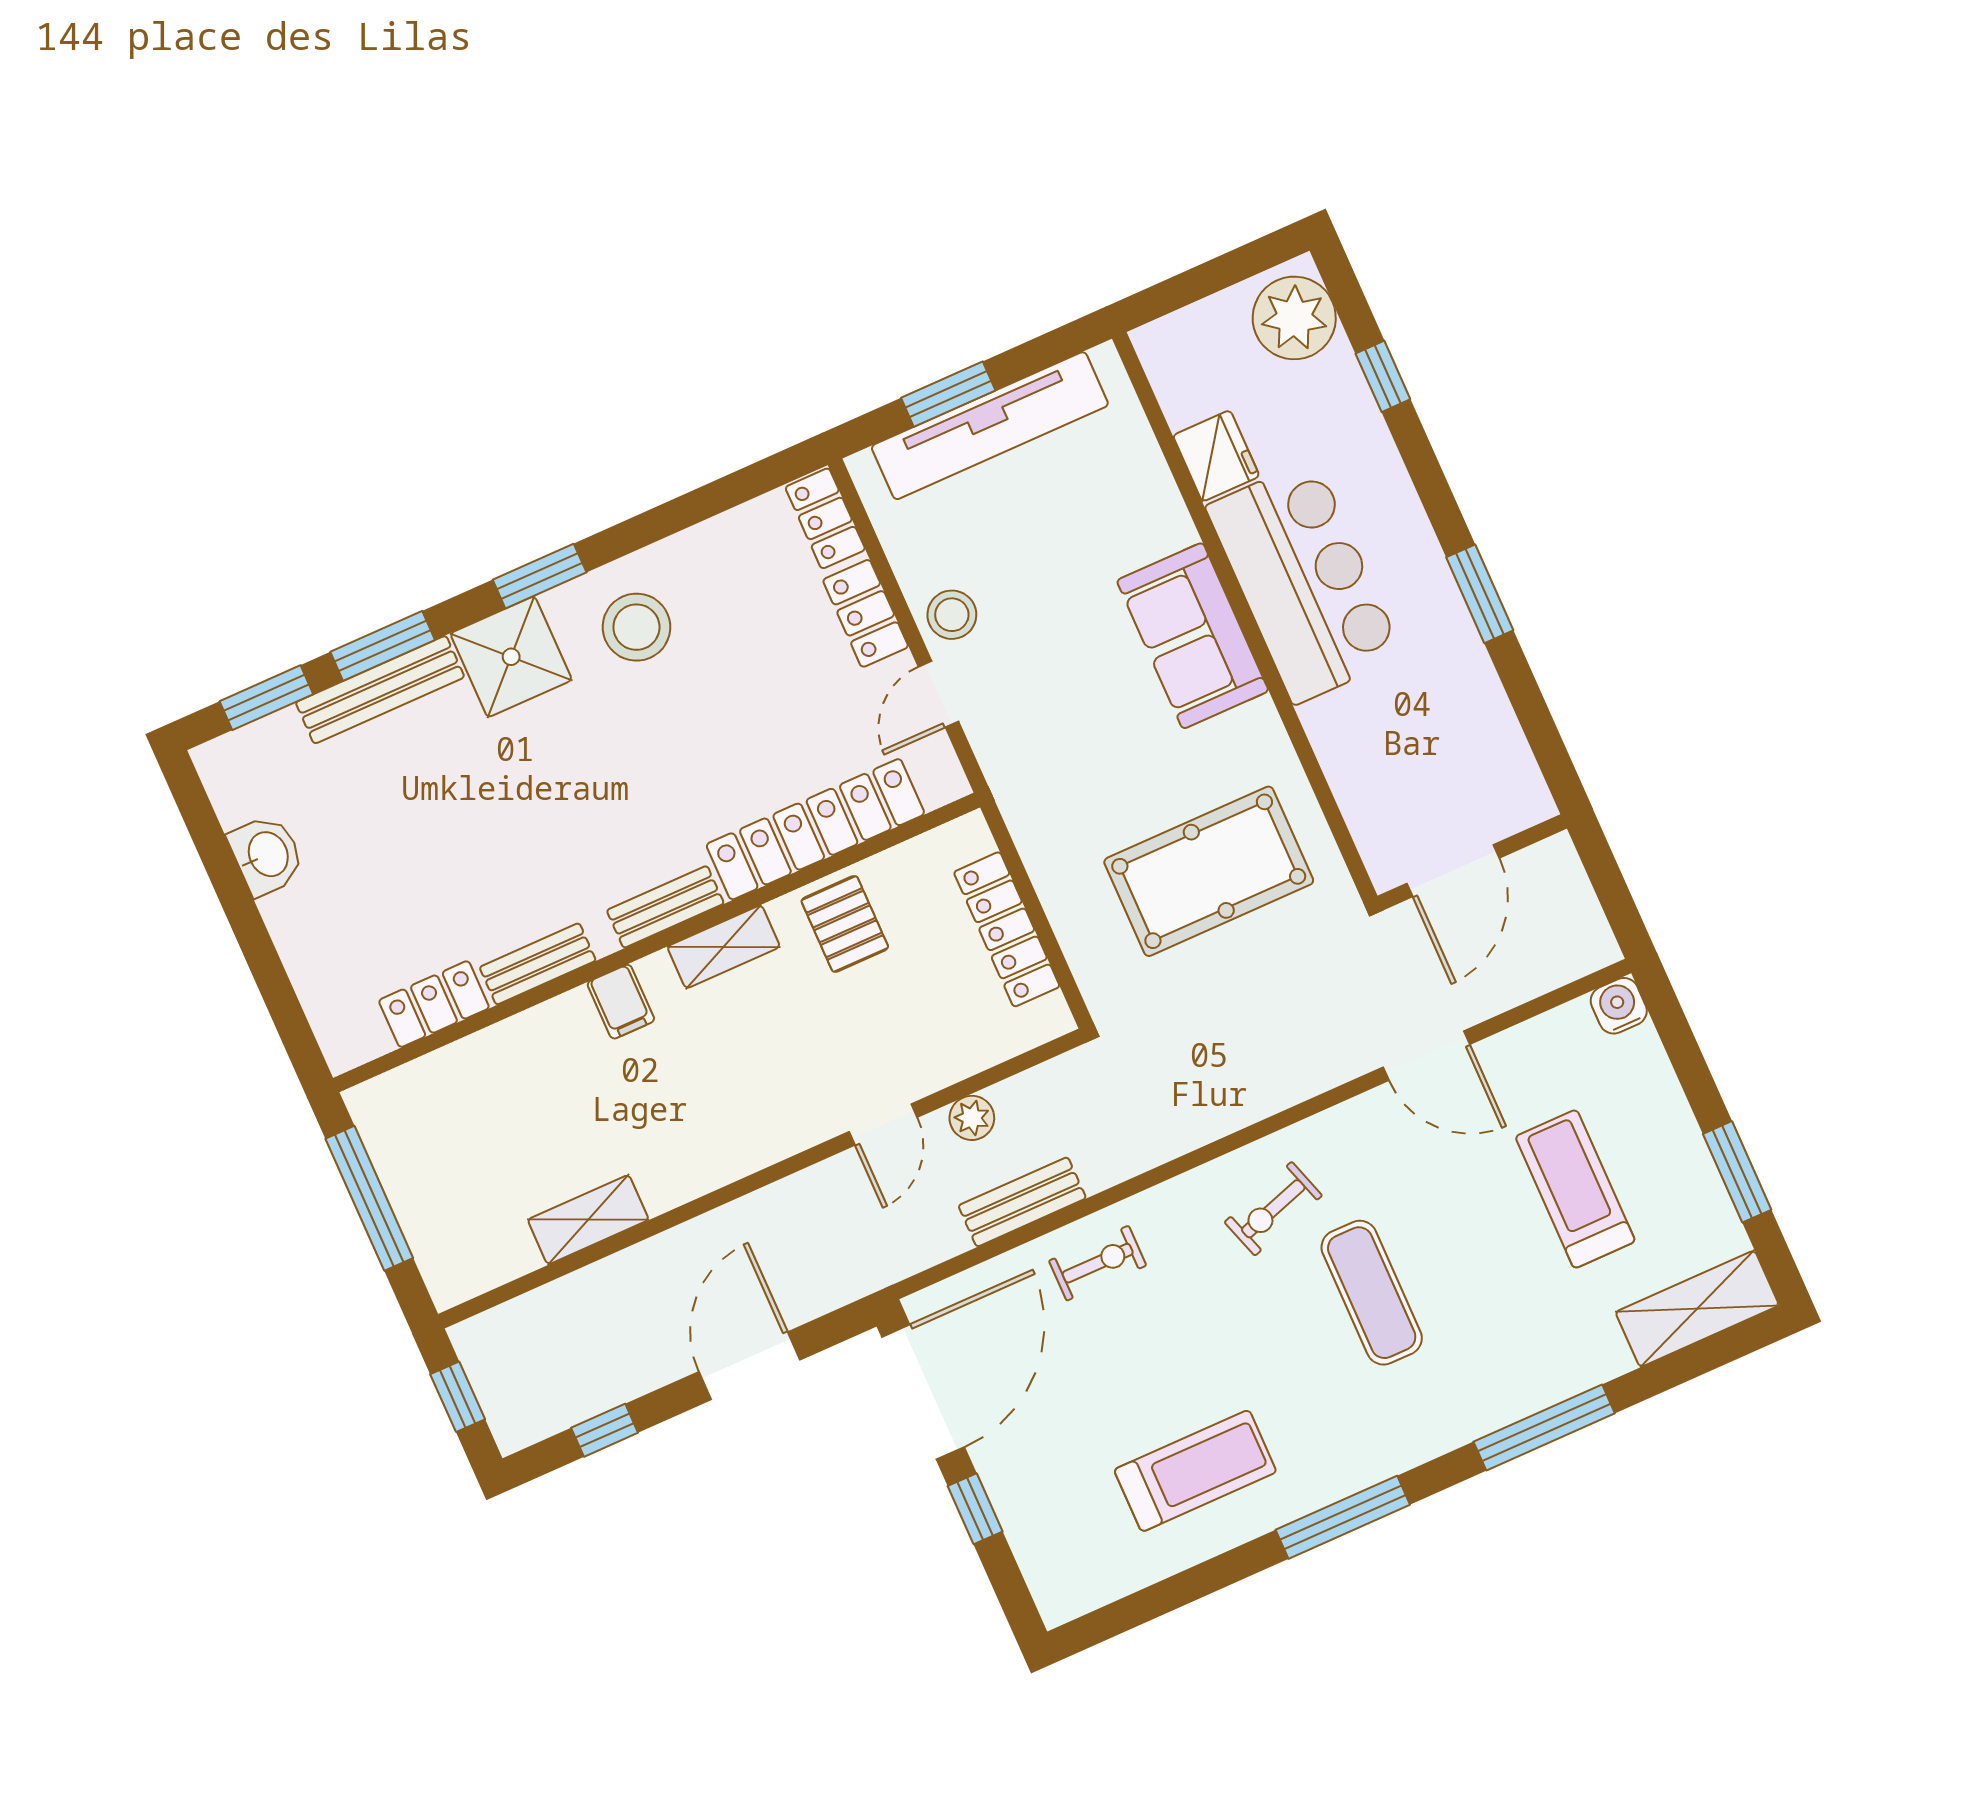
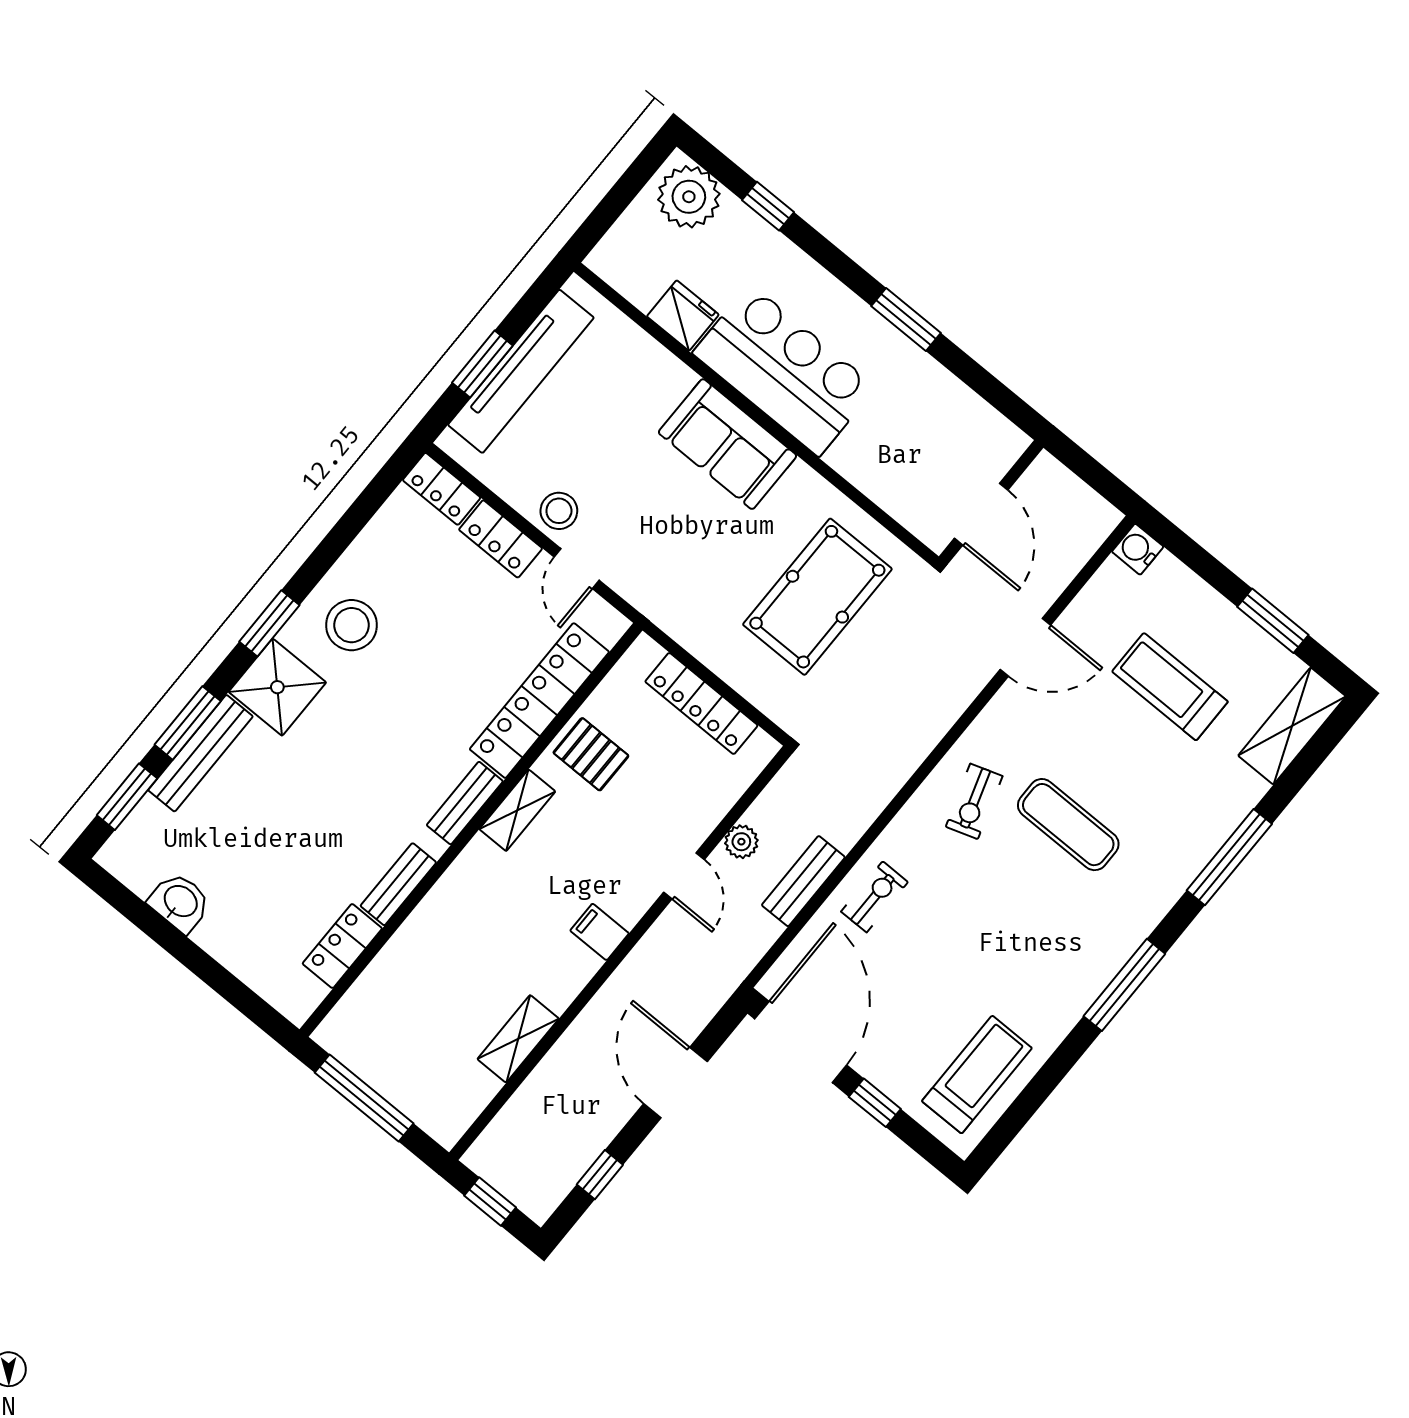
filing cabinet: (621, 1002) -> (600, 932), moved, turned 180
treadmill: (1195, 1471) -> (977, 1075), moved

